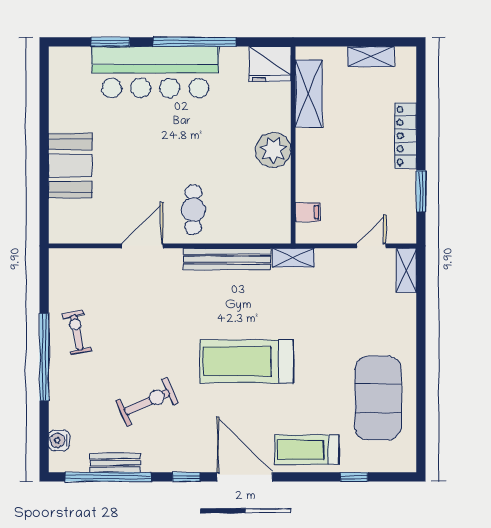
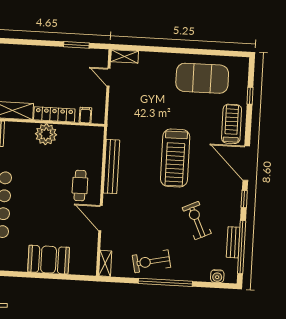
locker: (405, 136) -> (54, 114), moved, turned 180
cafe table: (193, 210) -> (80, 186), turned 90
shelving: (293, 258) -> (105, 263), moved
exercise bike: (77, 332) -> (151, 261), width x1.38, depth x1.39
treadmill: (307, 450) -> (232, 124), turned 180
door: (245, 477) -> (246, 163), hinge flipped

